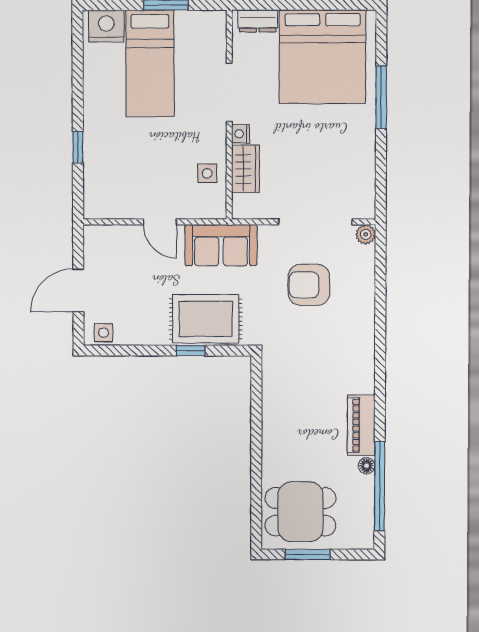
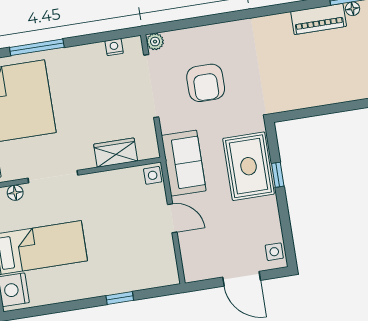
floor lamp: (218, 46) -> (15, 193), added
nightstand: (241, 134) -> (114, 47), moved, turned 180
side table: (207, 173) -> (153, 175), moved
door: (160, 222) -> (172, 218), hinge flipped

